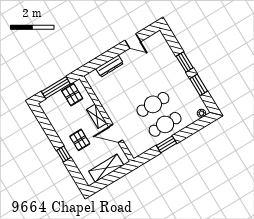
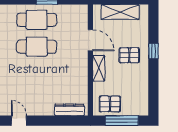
dresser: (110, 66) -> (69, 110), moved
pallet: (72, 95) -> (110, 104), turned 90
pallet: (80, 140) -> (129, 55), turned 90

